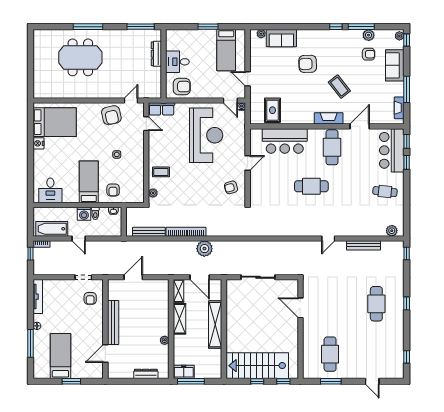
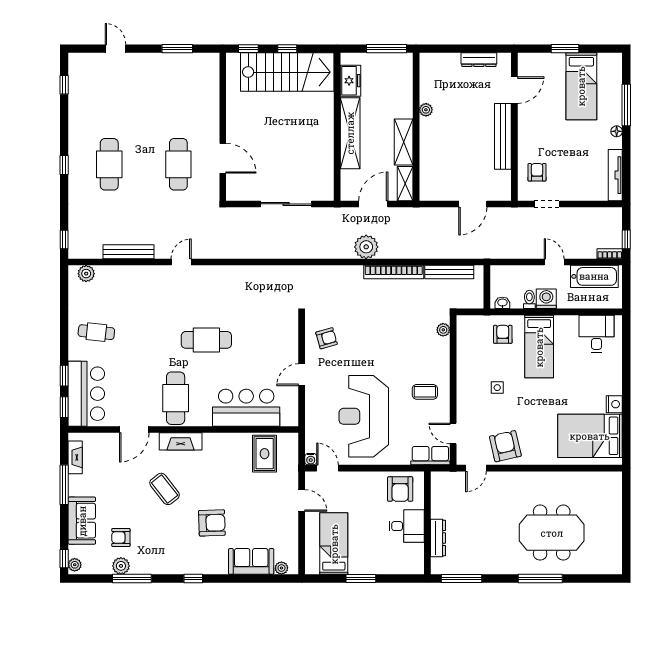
window: (336, 27) -> (193, 579), moved
armchair: (182, 87) -> (400, 489), turned -90
coffee table: (161, 172) -> (425, 392), moved
door: (200, 277) -> (373, 204), hinge flipped
cafe table: (330, 354) -> (178, 164), moved
freezer: (184, 372) -> (350, 81), moved, turned -90
dresser: (146, 374) -> (479, 60), moved

